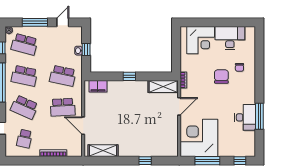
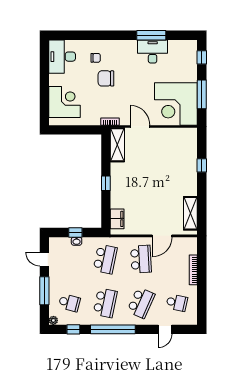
desk: (230, 38) -> (62, 57), moved
school desk: (24, 44) -> (69, 303), width x0.54

